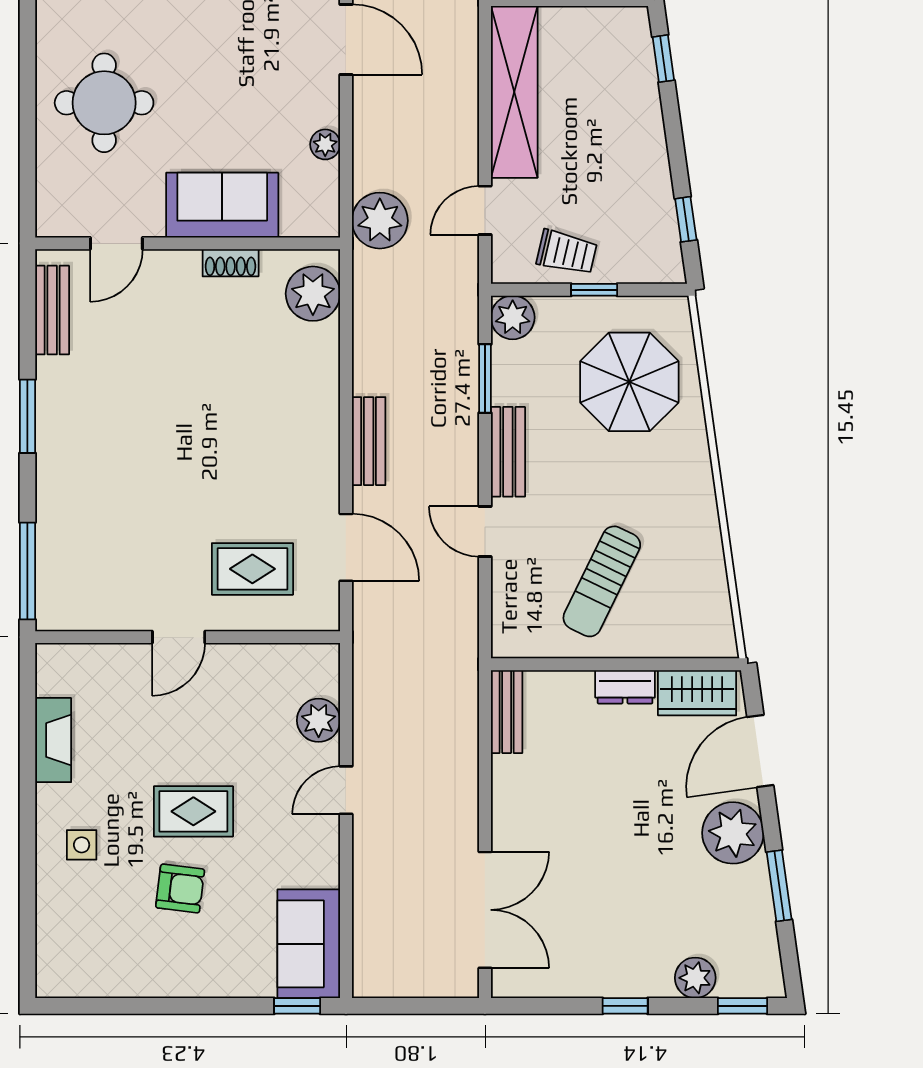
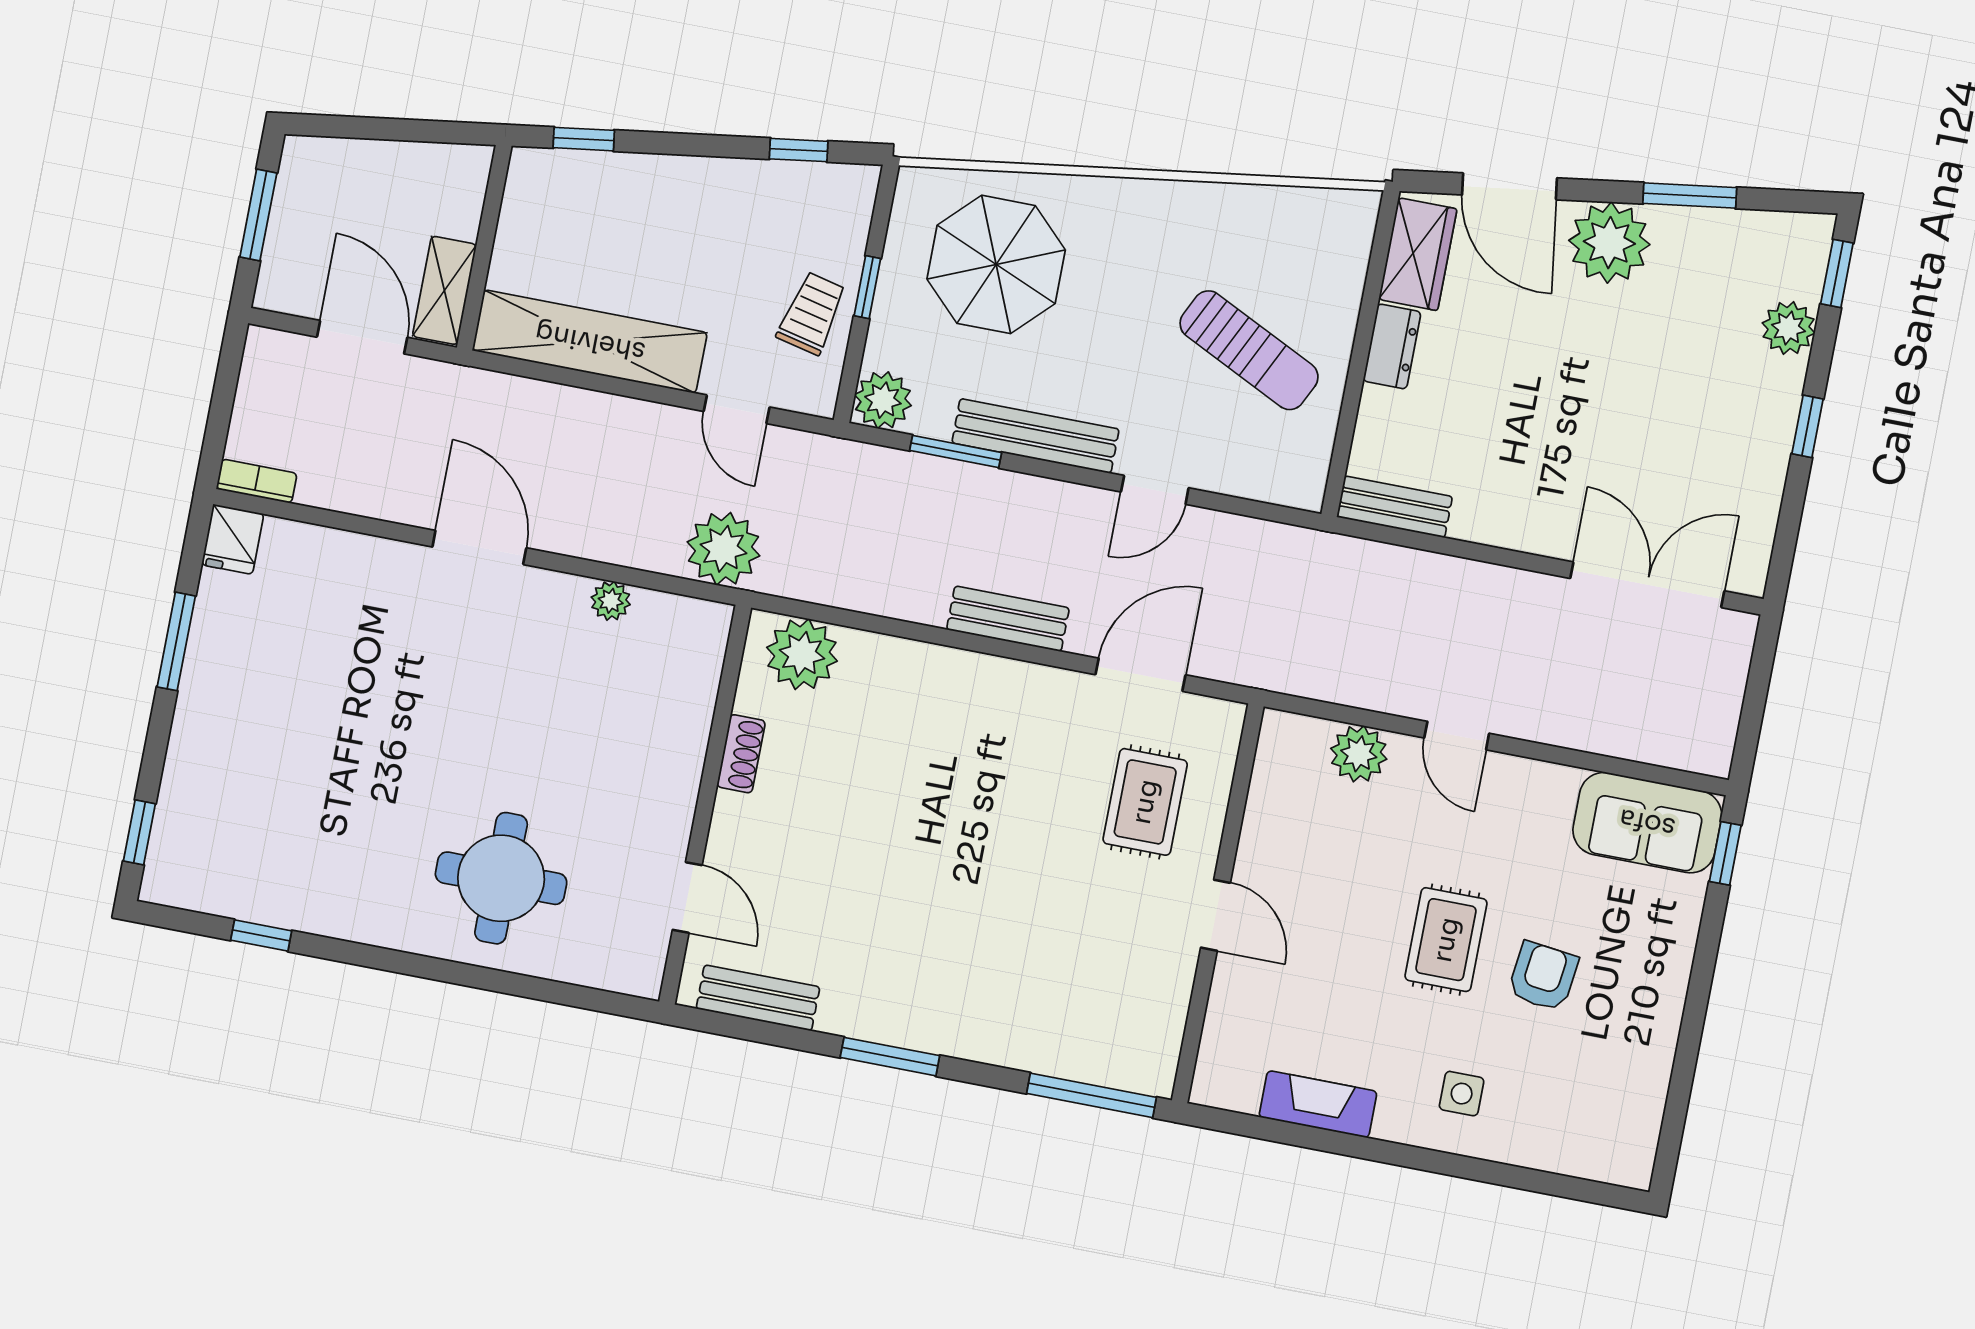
door: (346, 39) -> (479, 547), hinge flipped
sofa: (222, 205) -> (664, 750), removed
bench: (508, 452) -> (1035, 436), width x1.36

